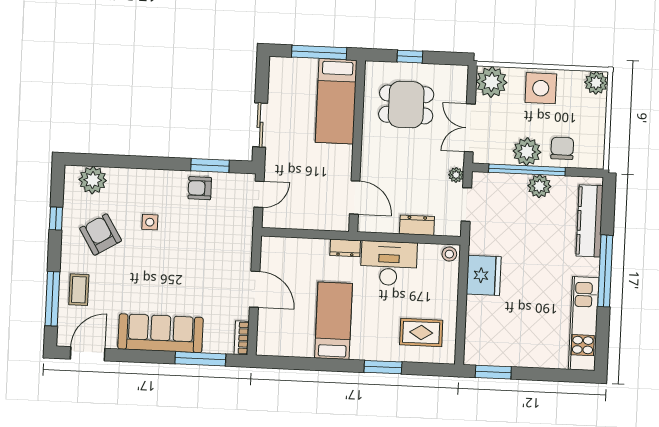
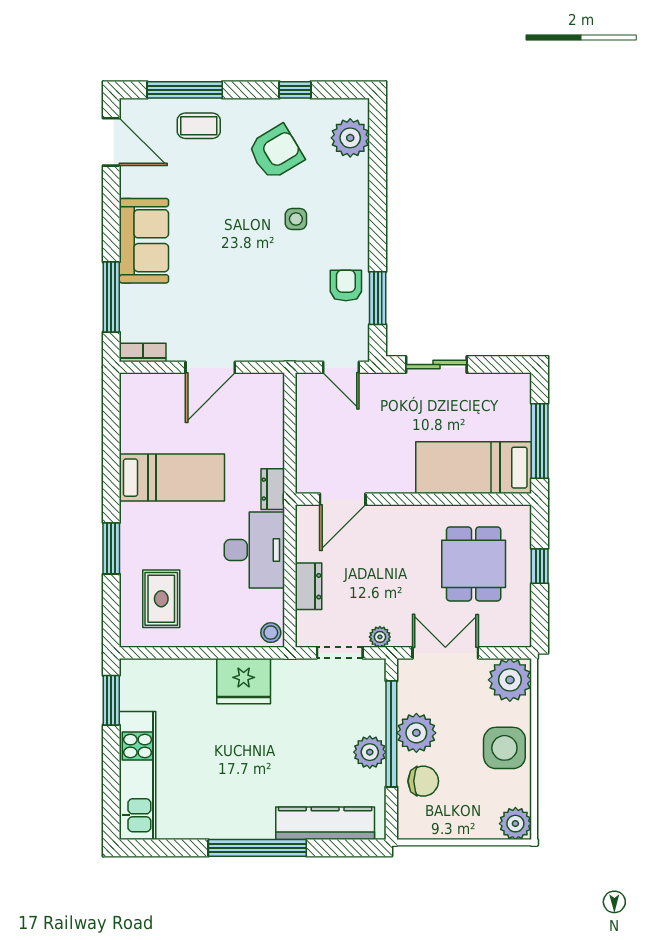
kitchen unit: (584, 324) -> (138, 776), moved, turned 90
sofa: (161, 333) -> (144, 241), width x0.73

